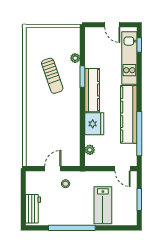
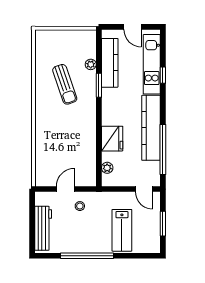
window: (139, 45) -> (163, 75), moved
kitchen counter: (92, 90) -> (110, 63), moved
workbench: (33, 209) -> (43, 228), width x1.37

